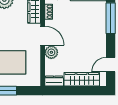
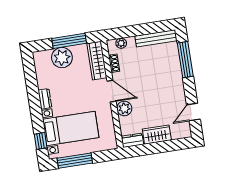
wardrobe: (82, 79) -> (157, 135), width x0.67

